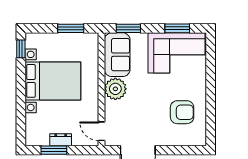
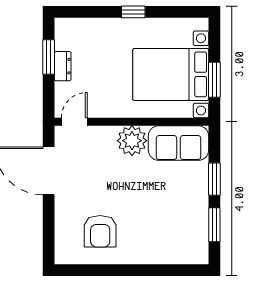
window: (128, 28) -> (214, 179), moved
window: (21, 49) -> (133, 12), moved
corner sofa: (177, 53) -> (181, 224), removed
bed with nightstands: (53, 81) -> (171, 74), moved, turned 90

